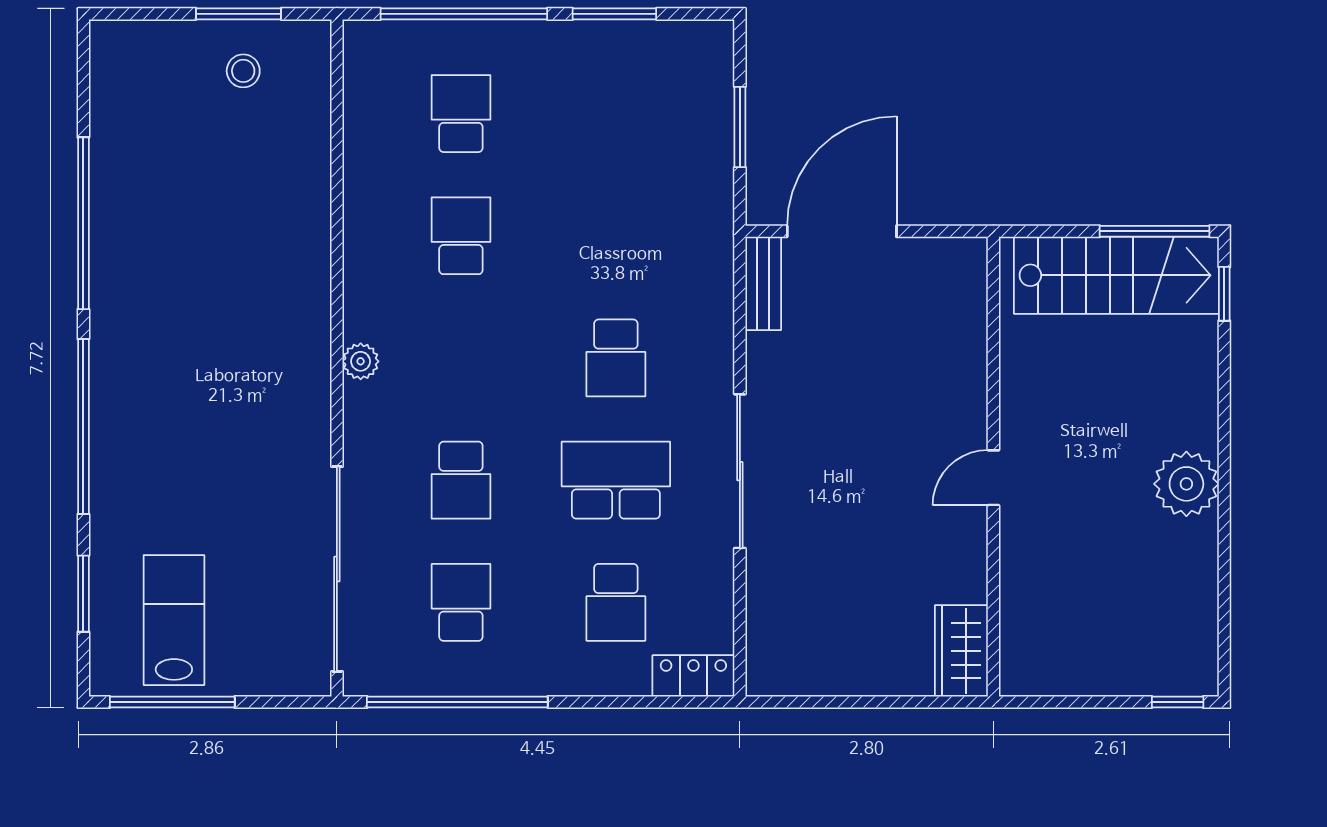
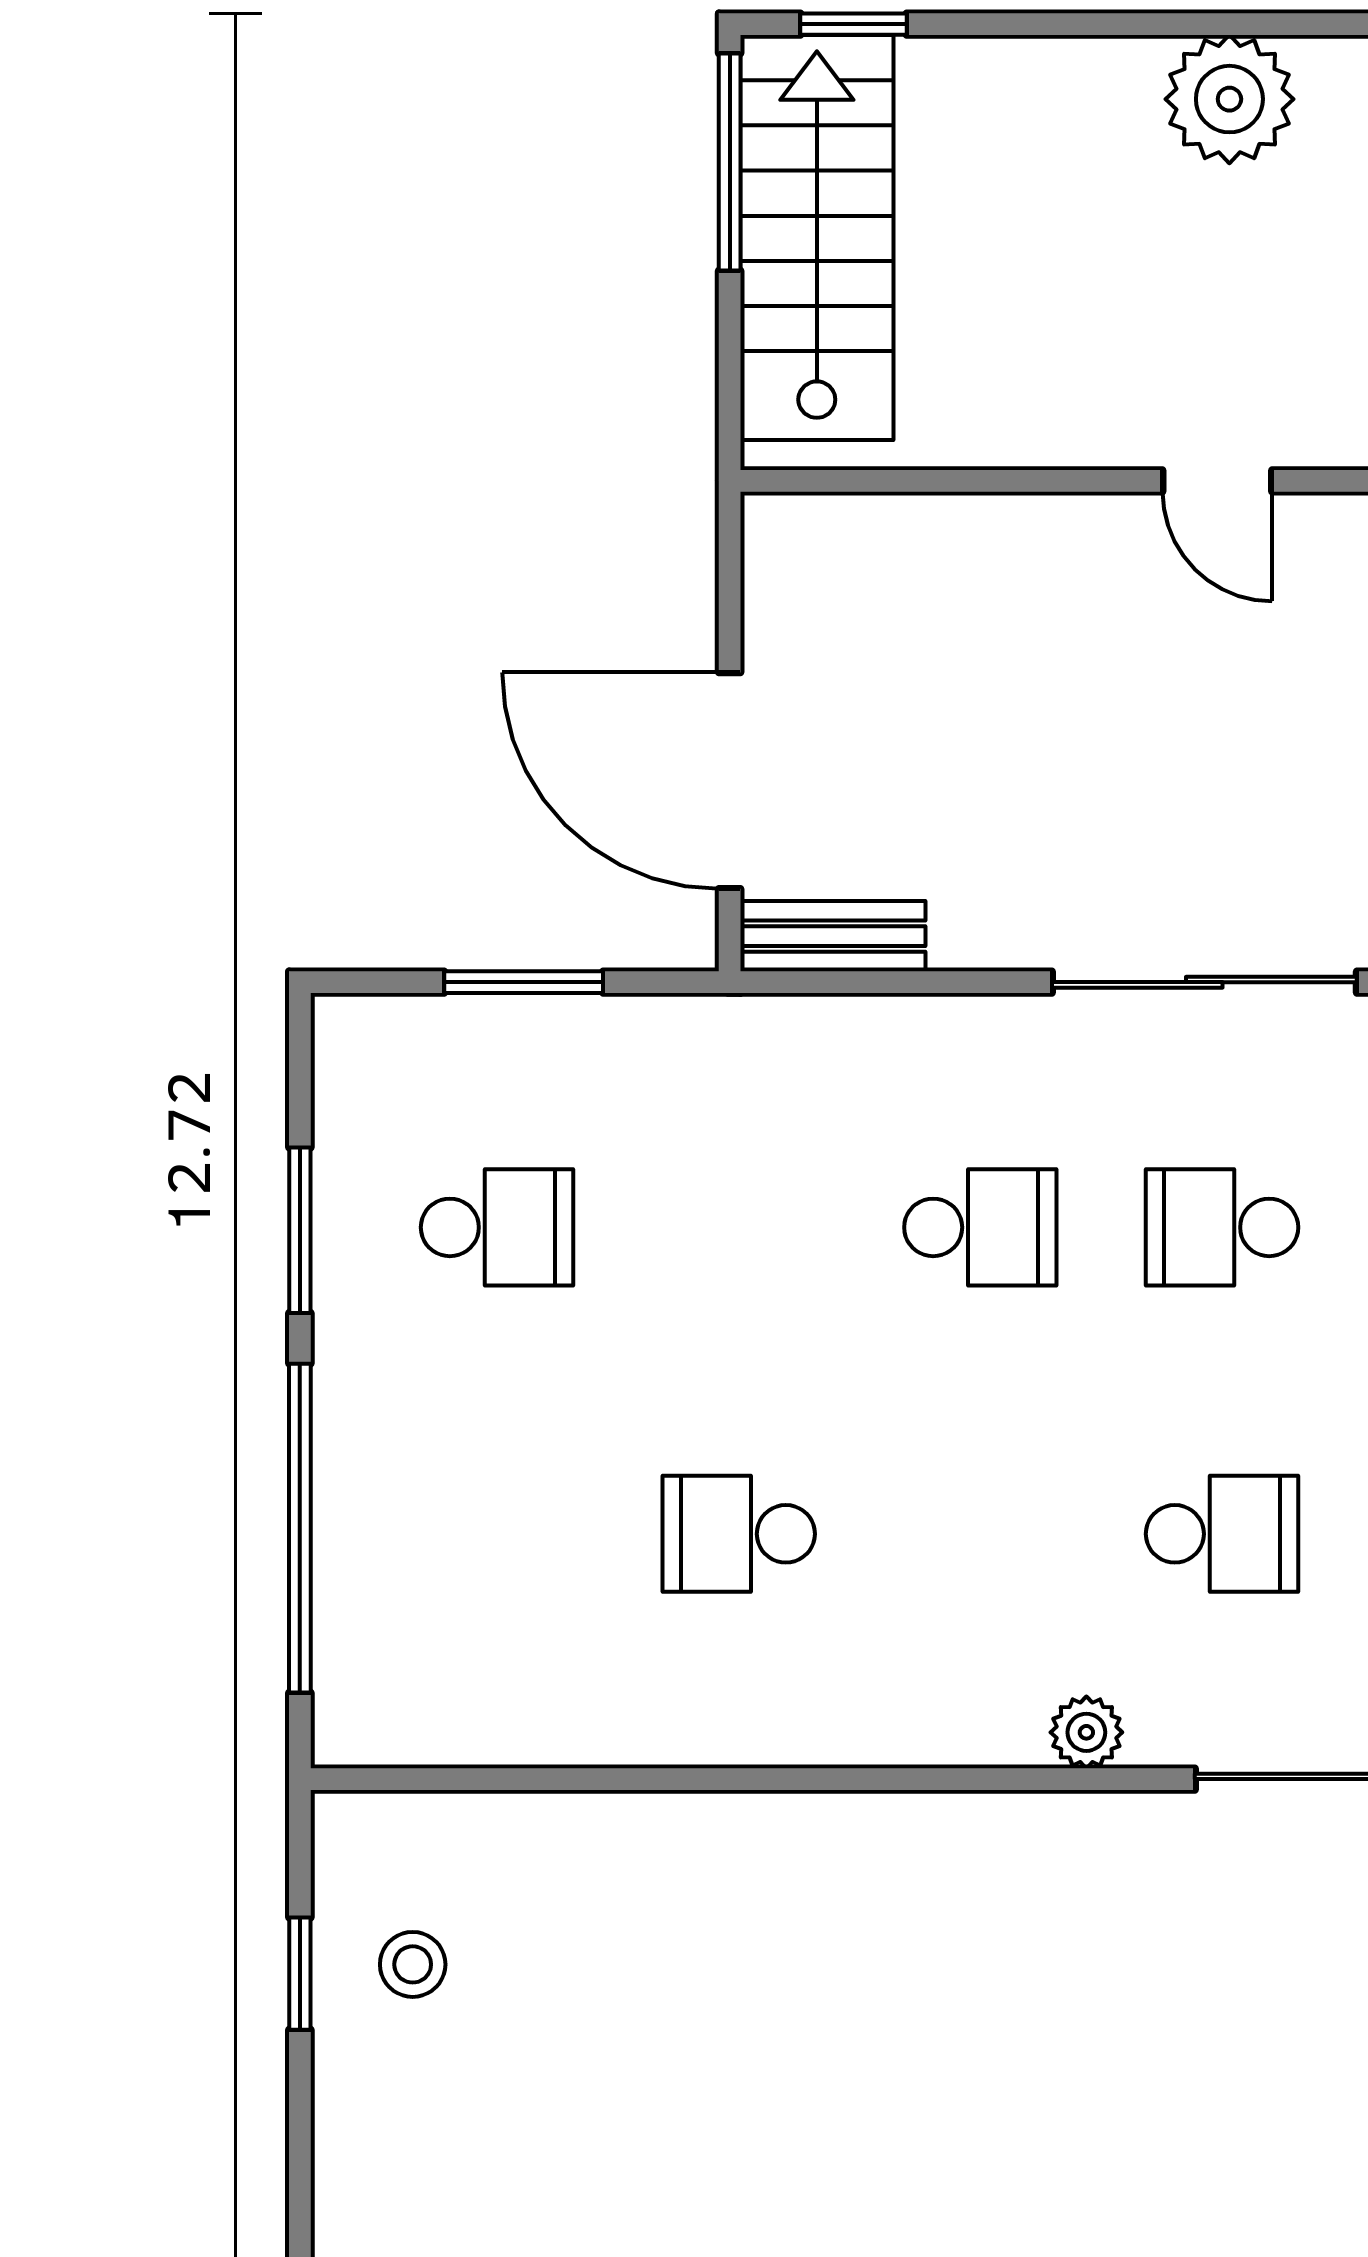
window: (239, 14) -> (300, 1974), width x0.67
school desk: (461, 114) -> (497, 1227), moved, turned 180
plant: (361, 361) -> (1086, 1732), moved
school desk: (616, 480) -> (1222, 1227), width x0.54

